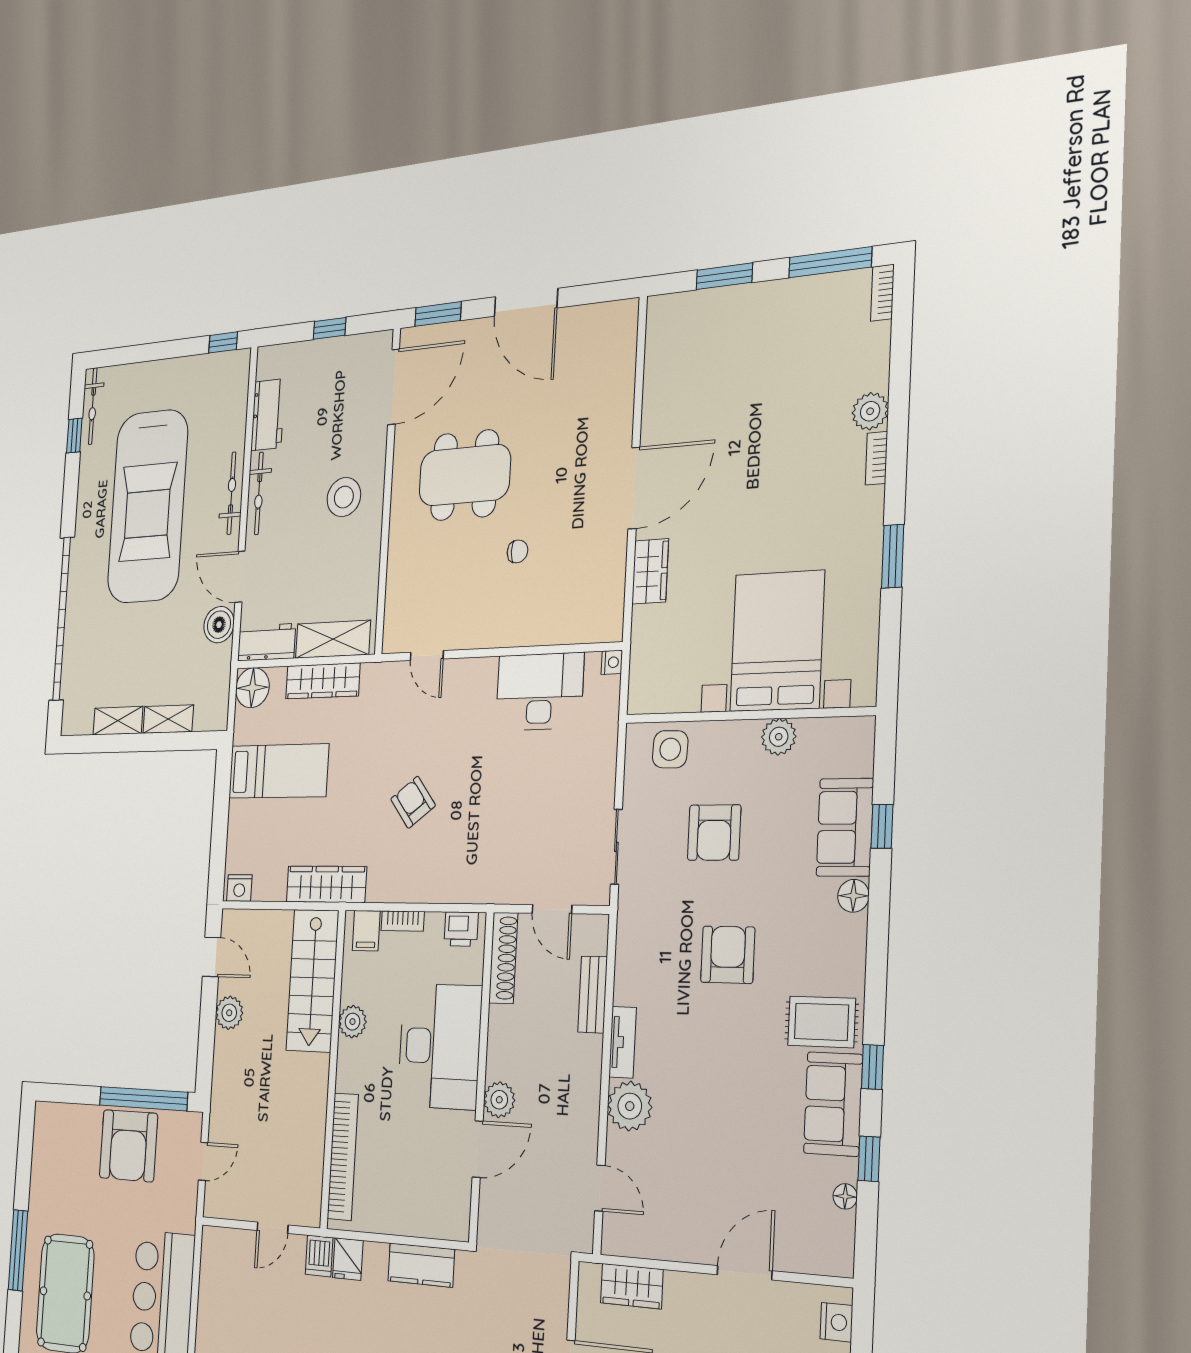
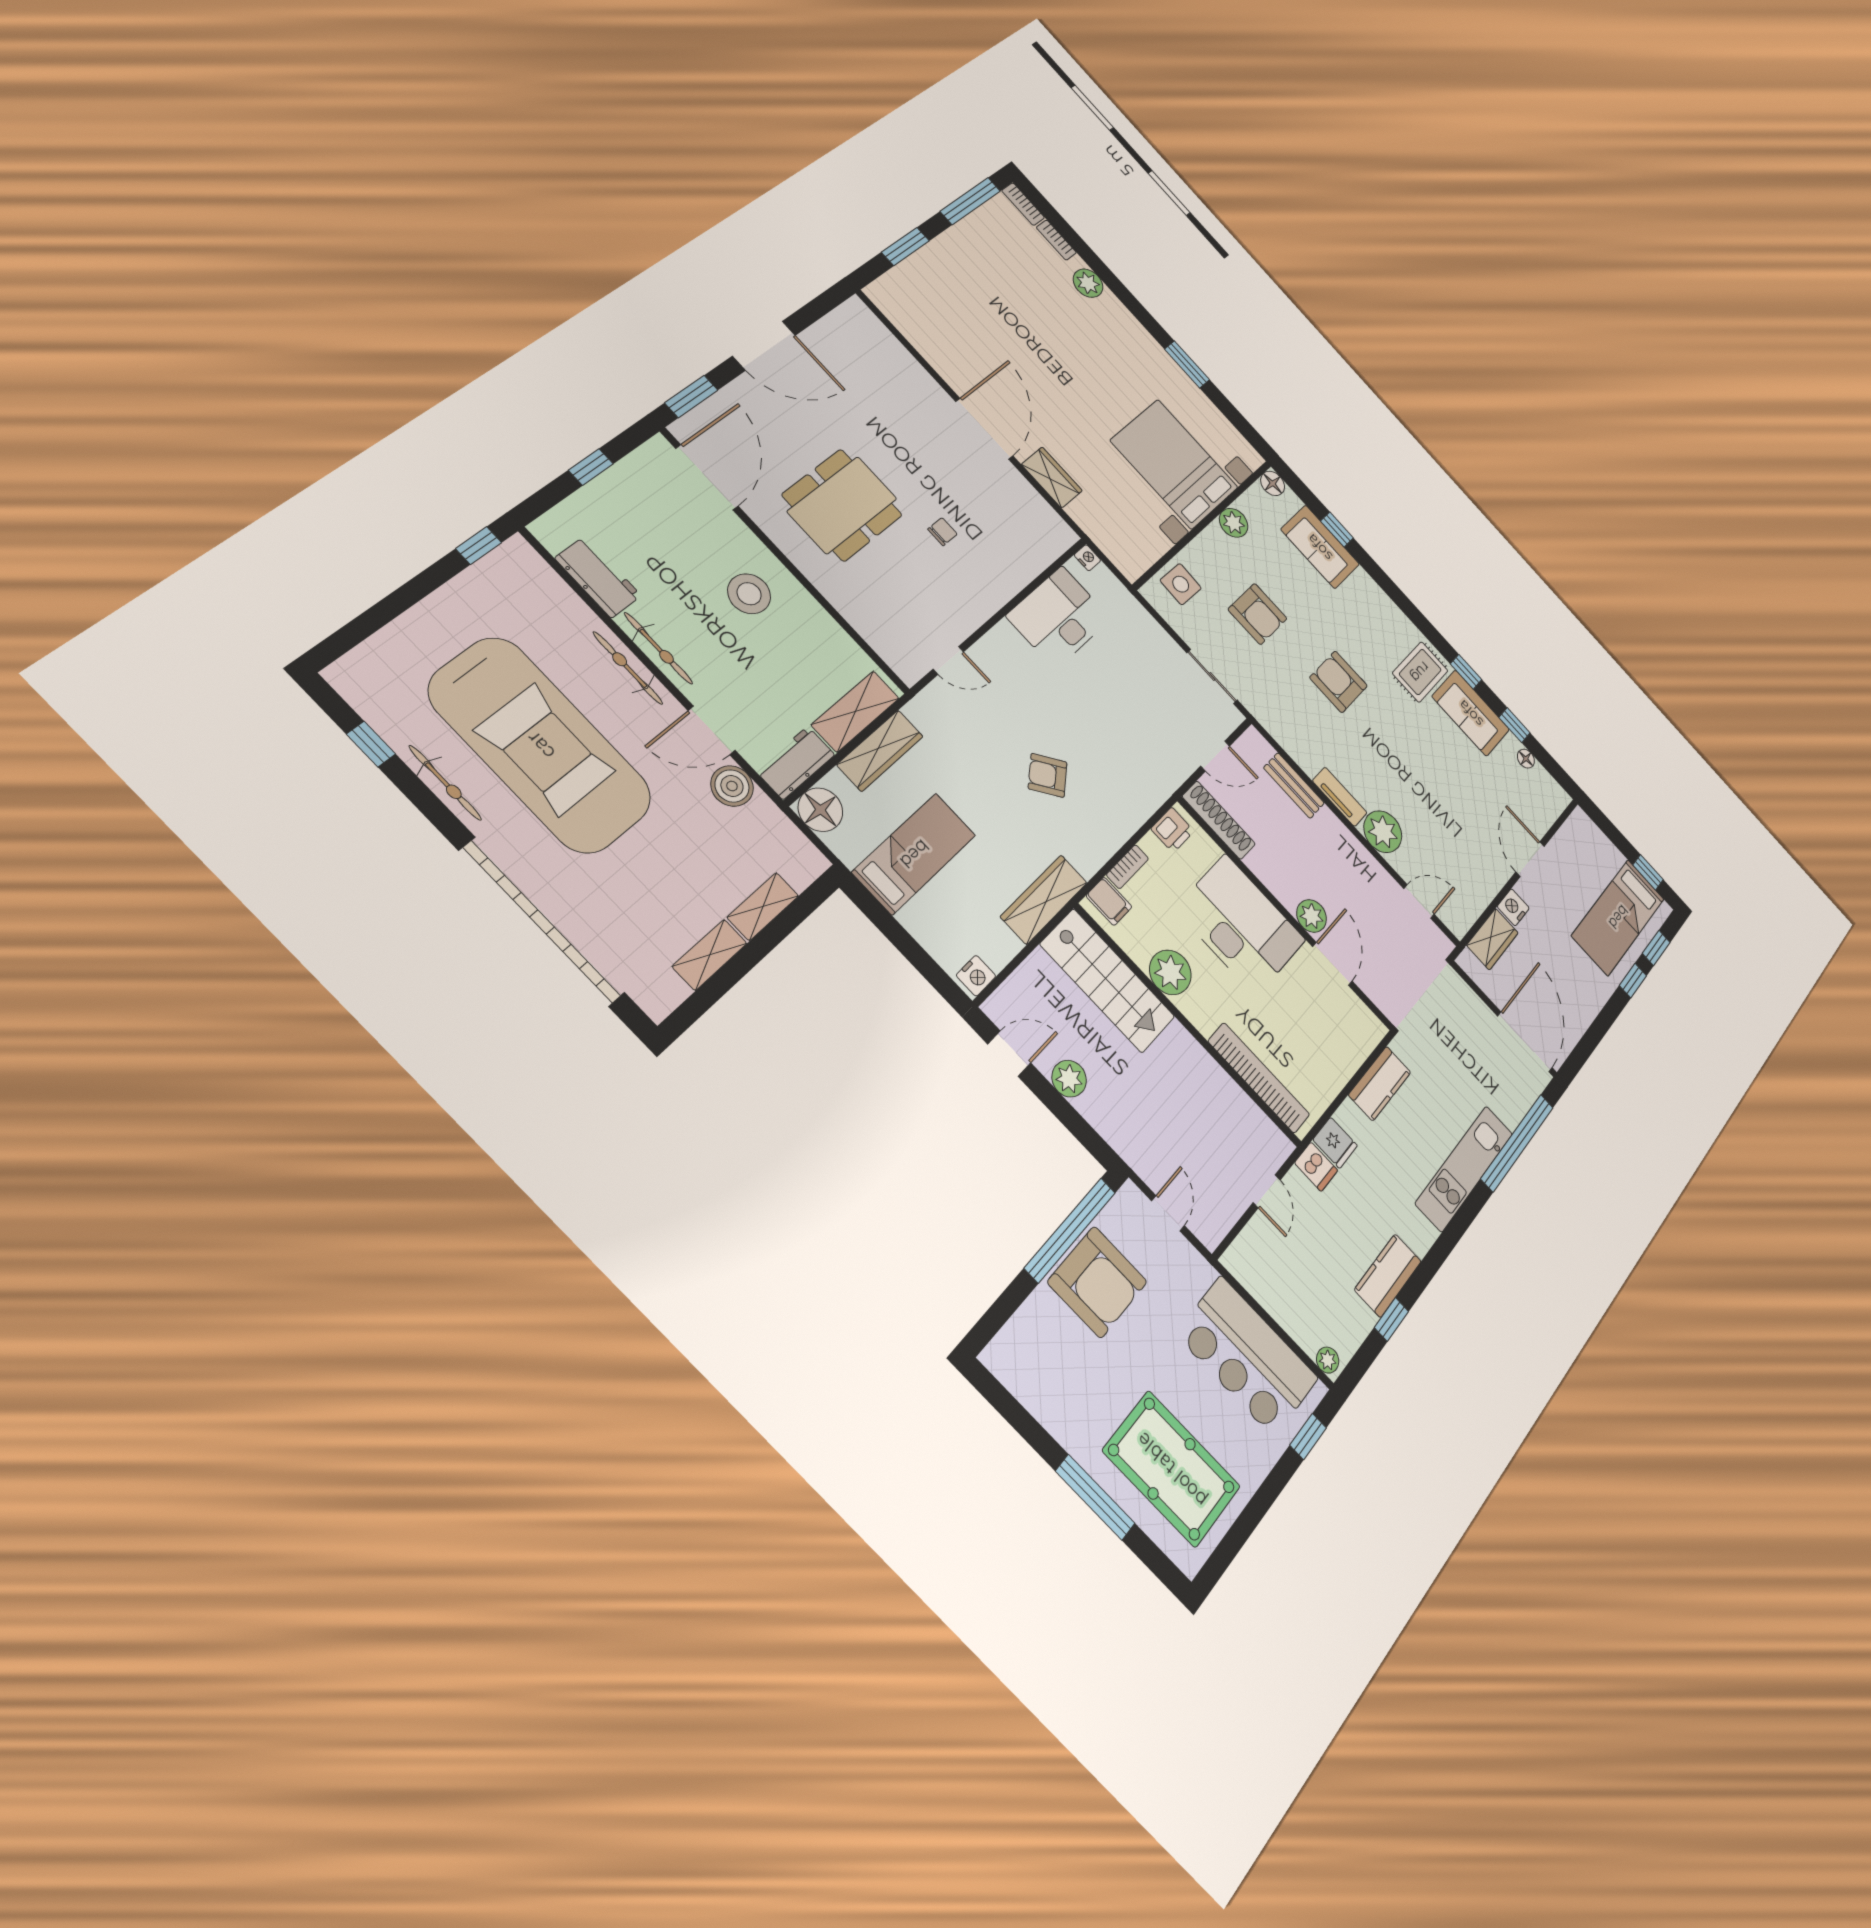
bicycle: (93, 406) -> (445, 783), moved
bookcase: (876, 458) -> (1056, 240), moved
floor lamp: (853, 896) -> (1273, 483), moved
plant: (353, 1022) -> (1170, 972), width x1.36, depth x1.36
nightstand: (836, 1322) -> (1513, 907), moved, turned -90

